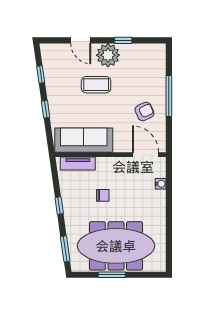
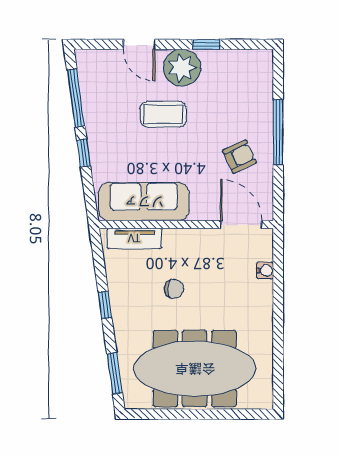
window: (41, 74) -> (76, 98), width x2.17
window: (112, 275) -> (188, 414), removed

